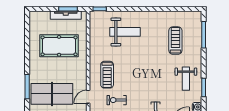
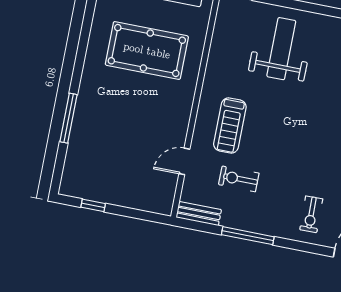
weight bench: (125, 32) -> (281, 49), turned -90
table tennis table: (52, 94) -> (114, 142), removed

